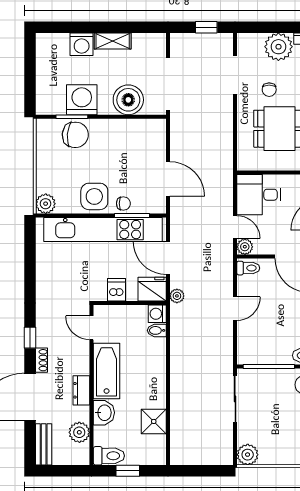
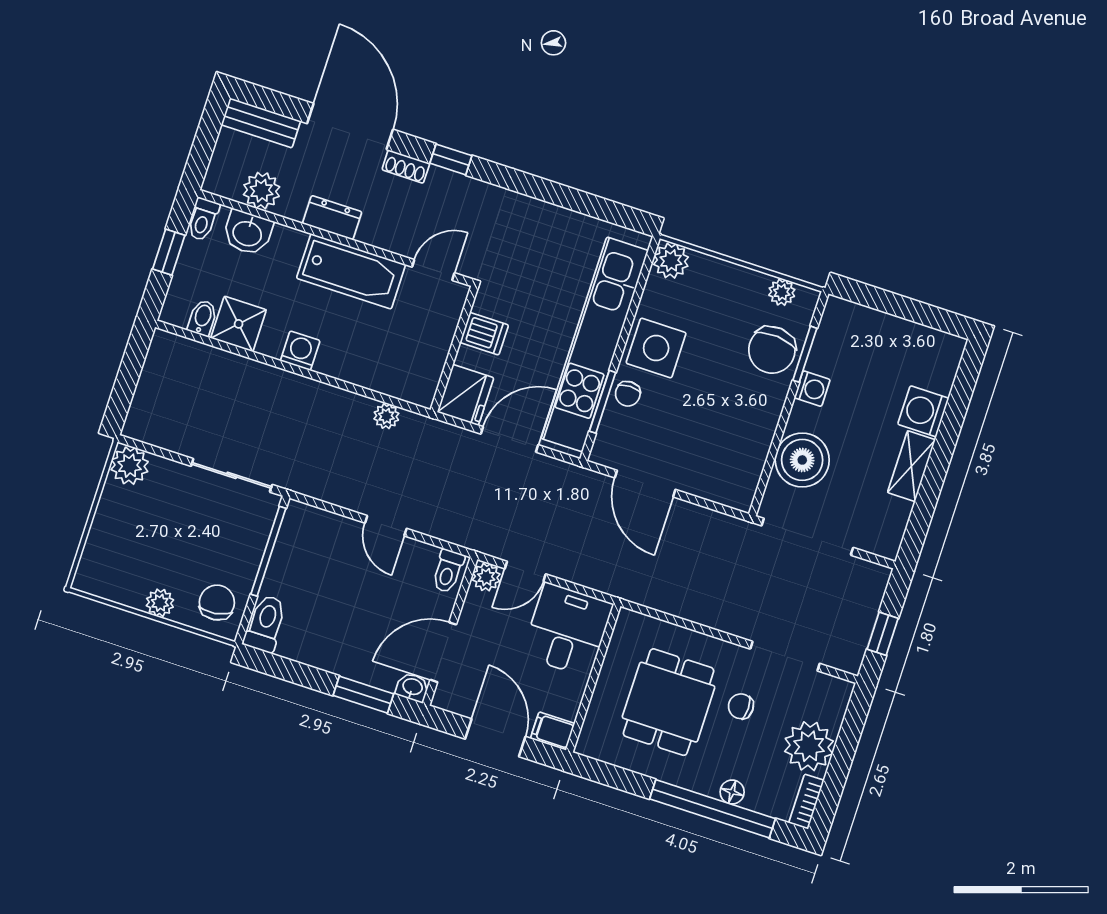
washing machine: (82, 100) -> (812, 389), width x0.53, depth x0.53
plant: (43, 140) -> (782, 292), added
door: (168, 179) -> (645, 484), hinge flipped
plant: (177, 296) -> (386, 416), moved
washing machine: (157, 314) -> (300, 351), moved
bidet: (157, 330) -> (202, 318), moved
washbasin: (104, 413) -> (248, 233), moved
toilet: (109, 456) -> (203, 219), width x0.73, depth x0.72

